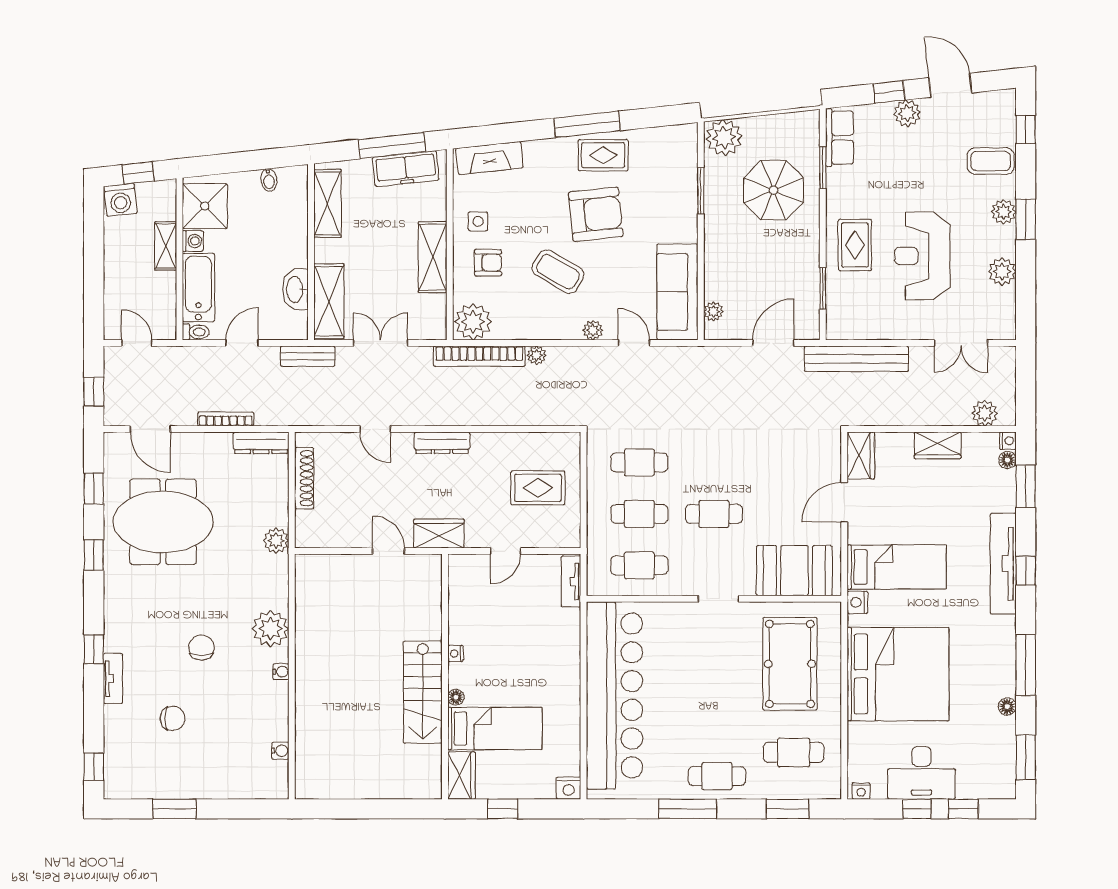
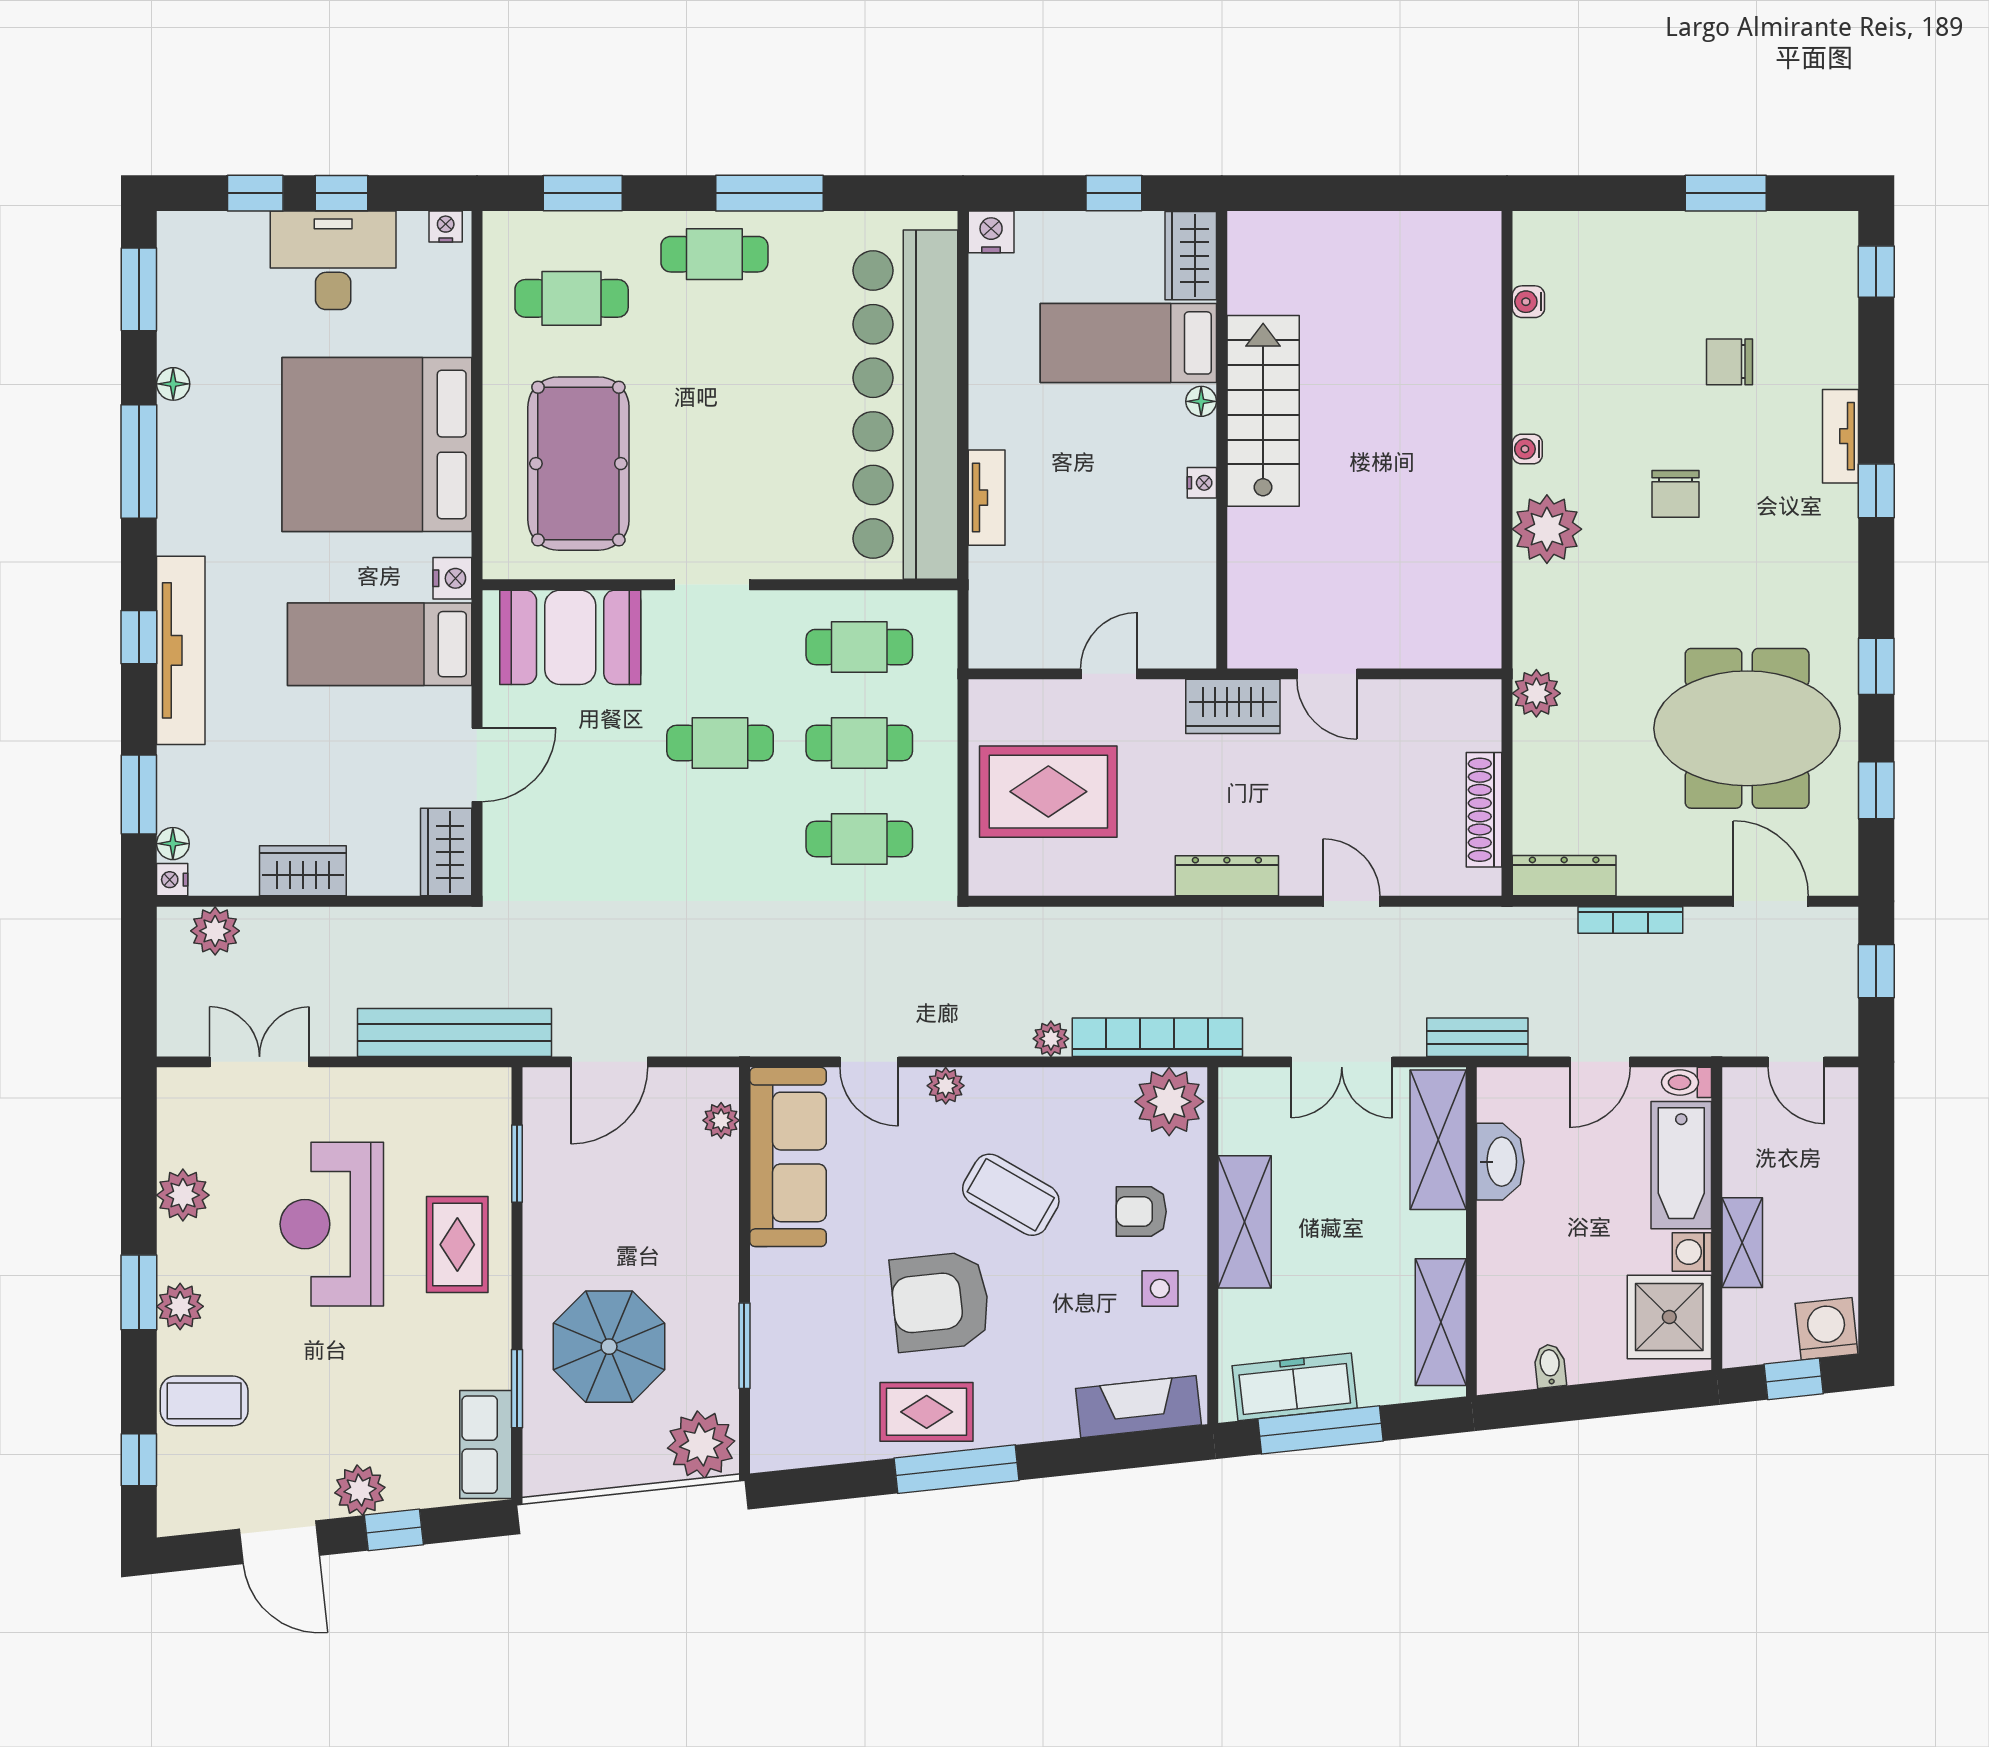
reception desk: (922, 256) -> (332, 1224), turned 180
rug: (538, 488) -> (1048, 792), width x1.36, depth x1.43
tv unit: (571, 581) -> (987, 498), moved

